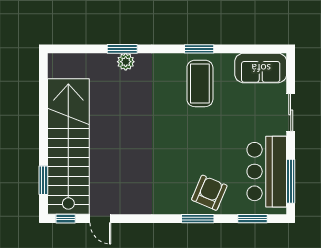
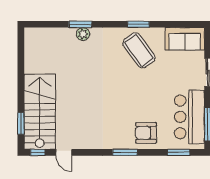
coffee table: (200, 83) -> (139, 50), turned -36
stairs: (68, 146) -> (40, 112), width x0.73
armchair: (209, 193) -> (146, 133), turned -113
window: (198, 219) -> (125, 152), moved

